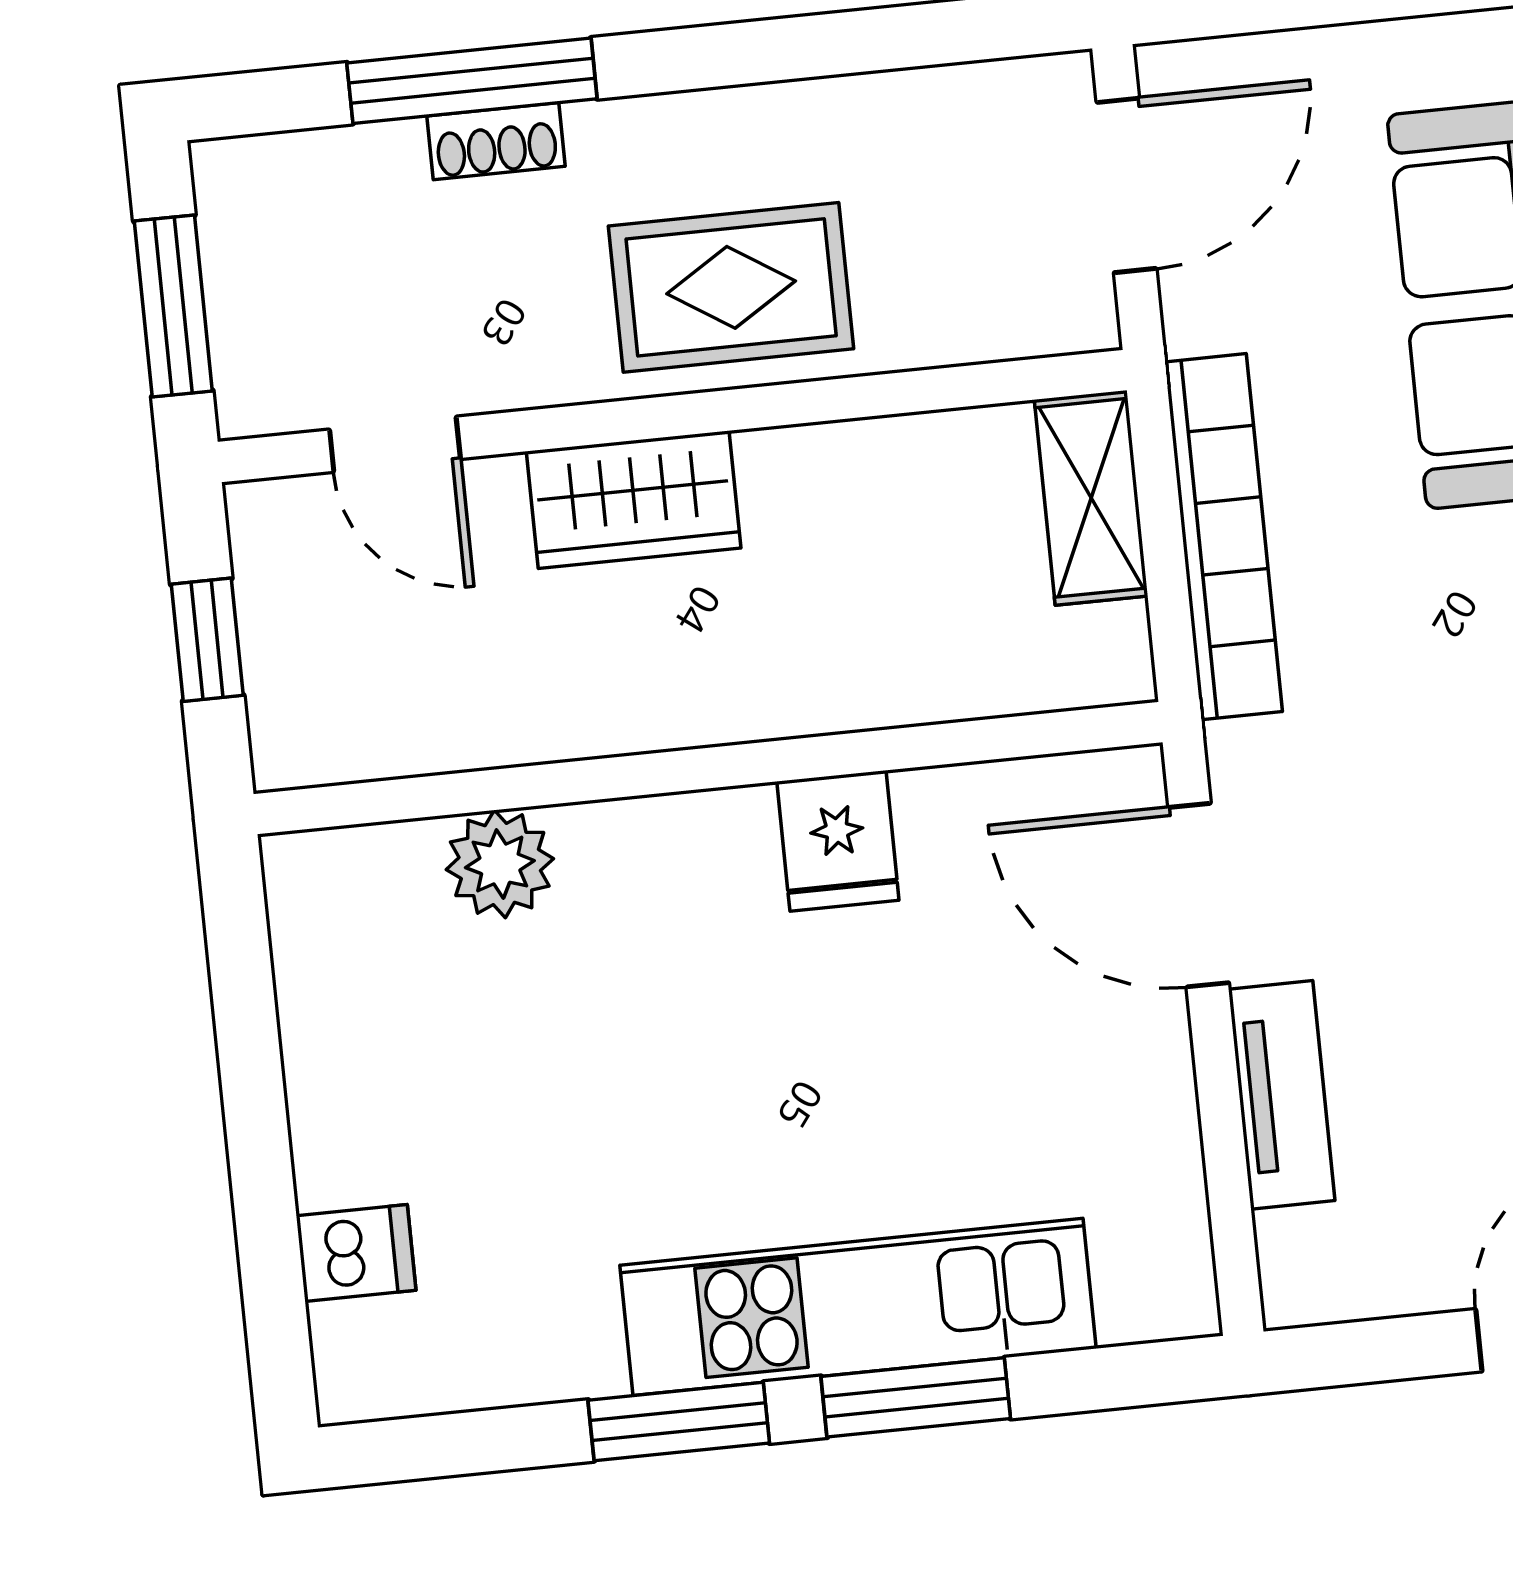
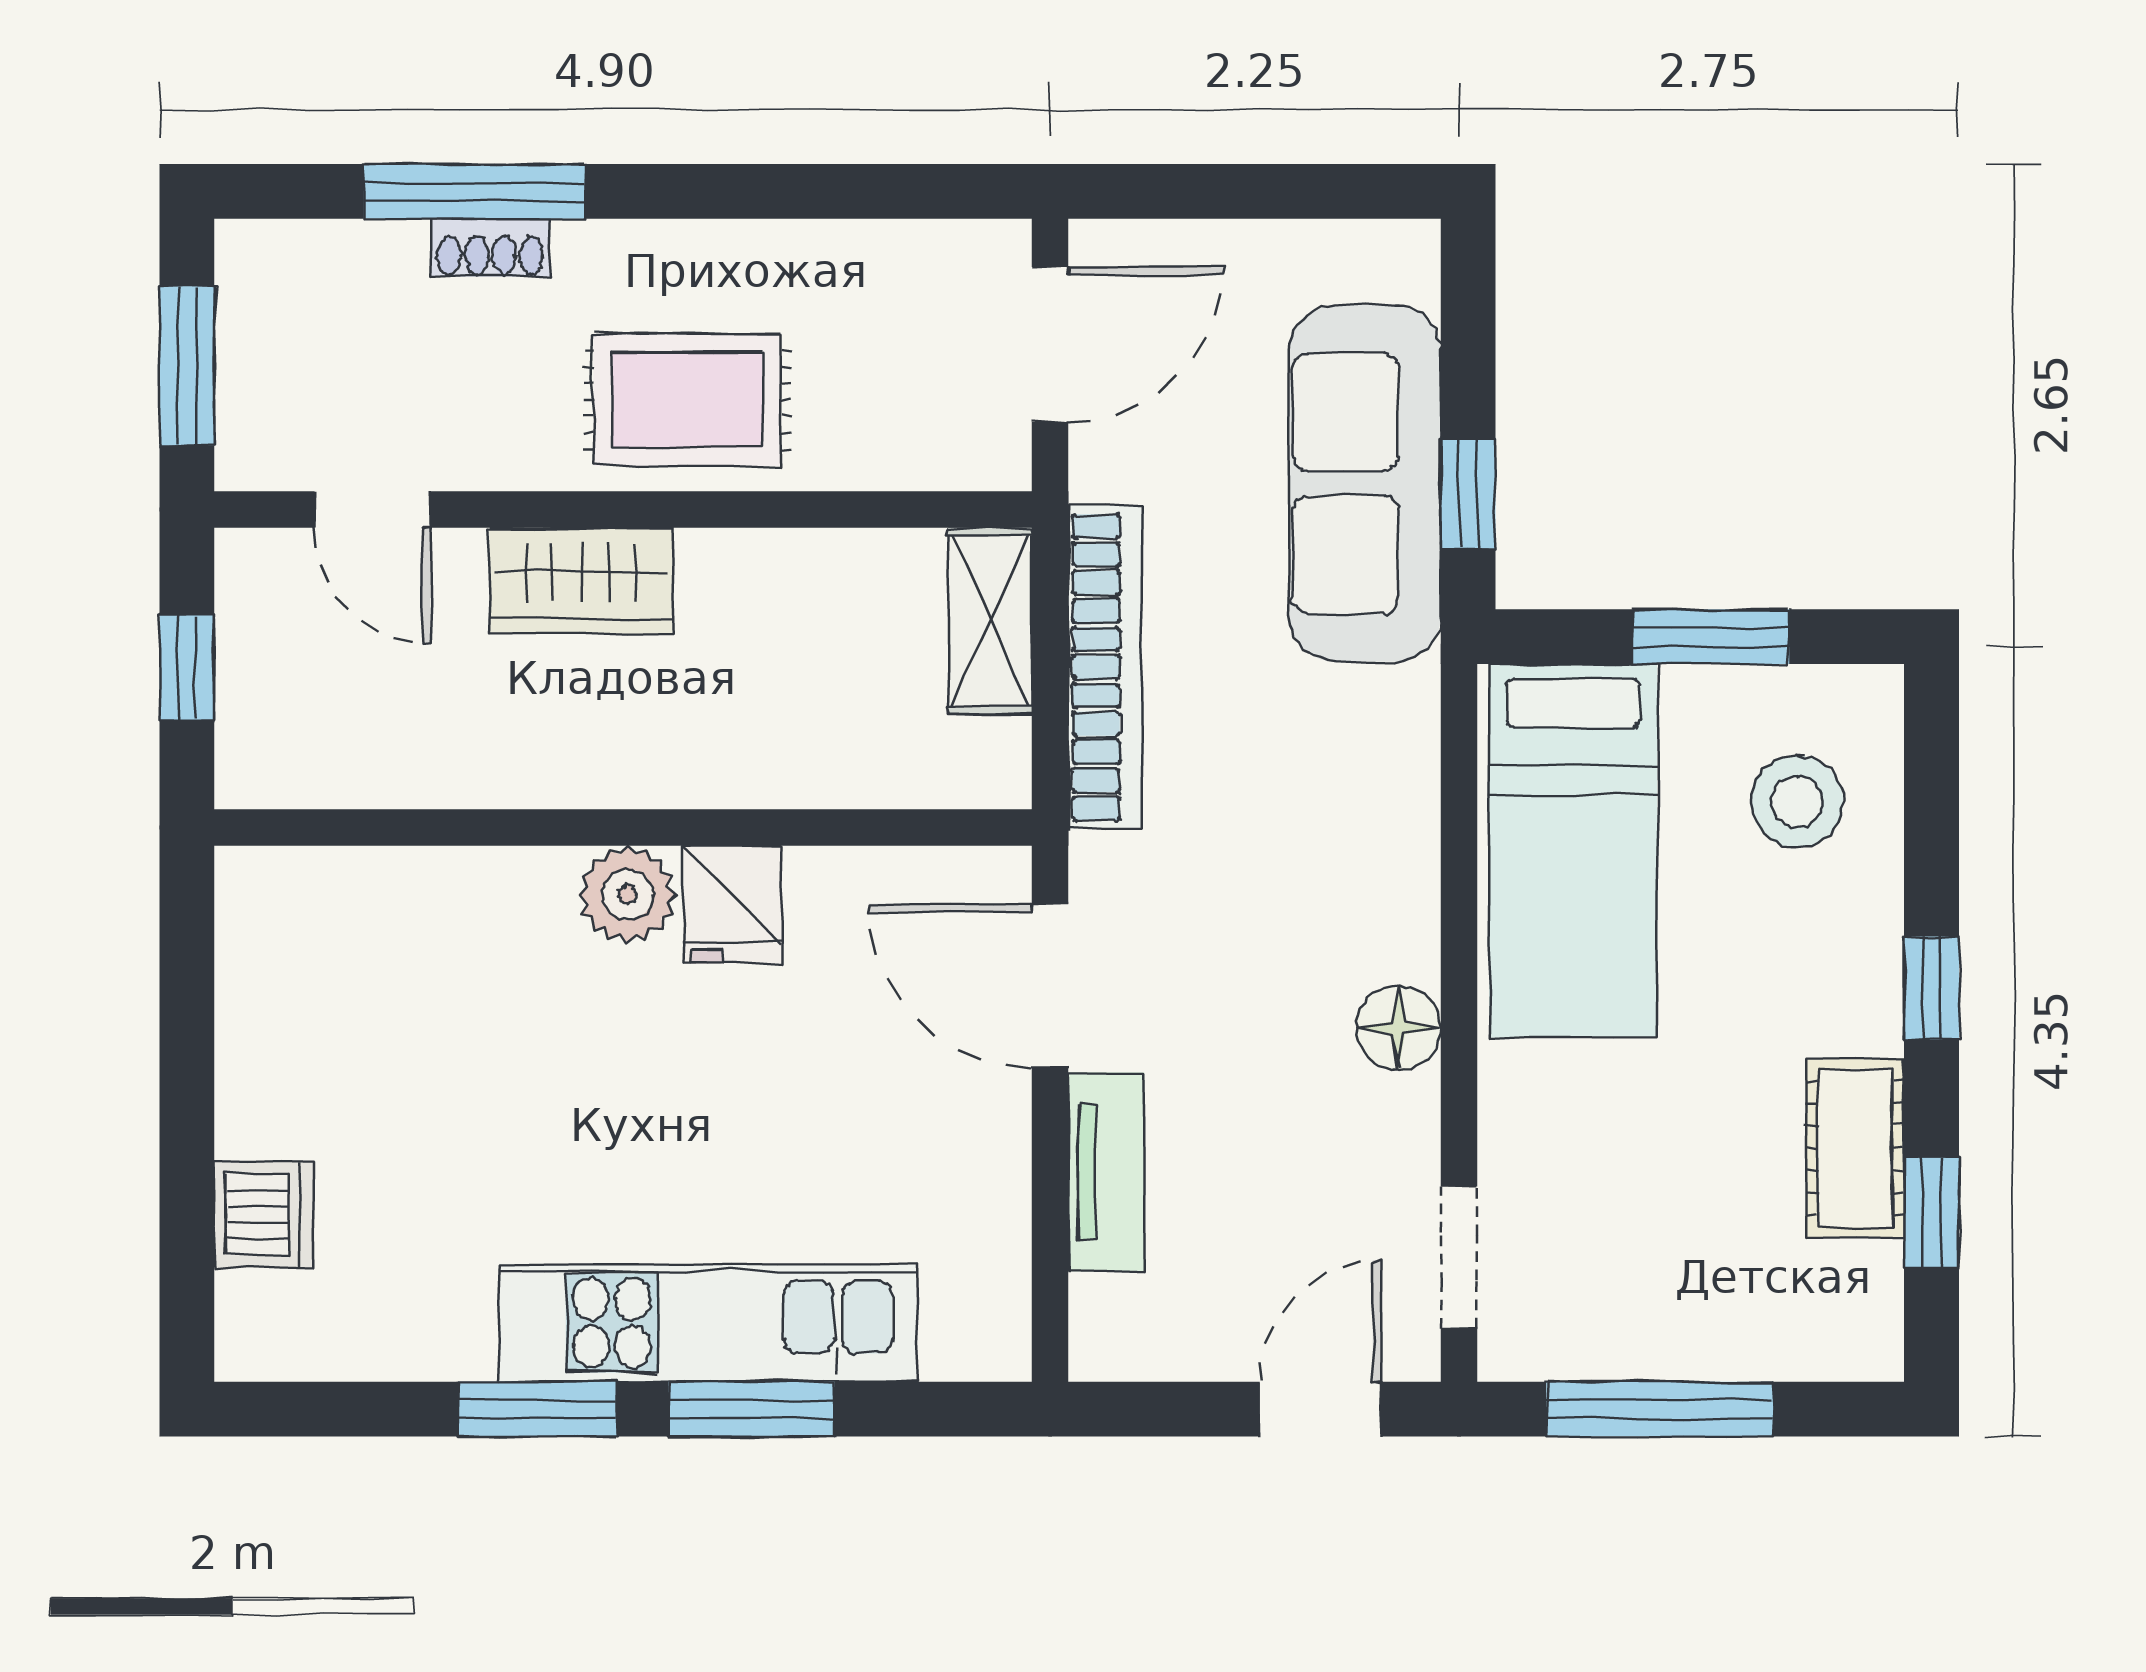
plant: (500, 864) -> (627, 894), moved
dishwasher: (356, 1253) -> (264, 1214), width x1.38

